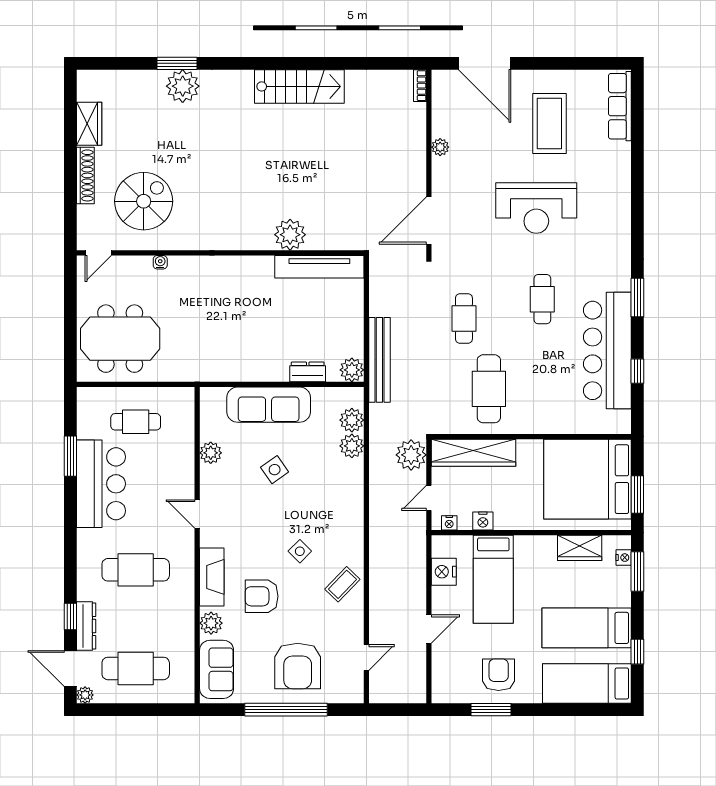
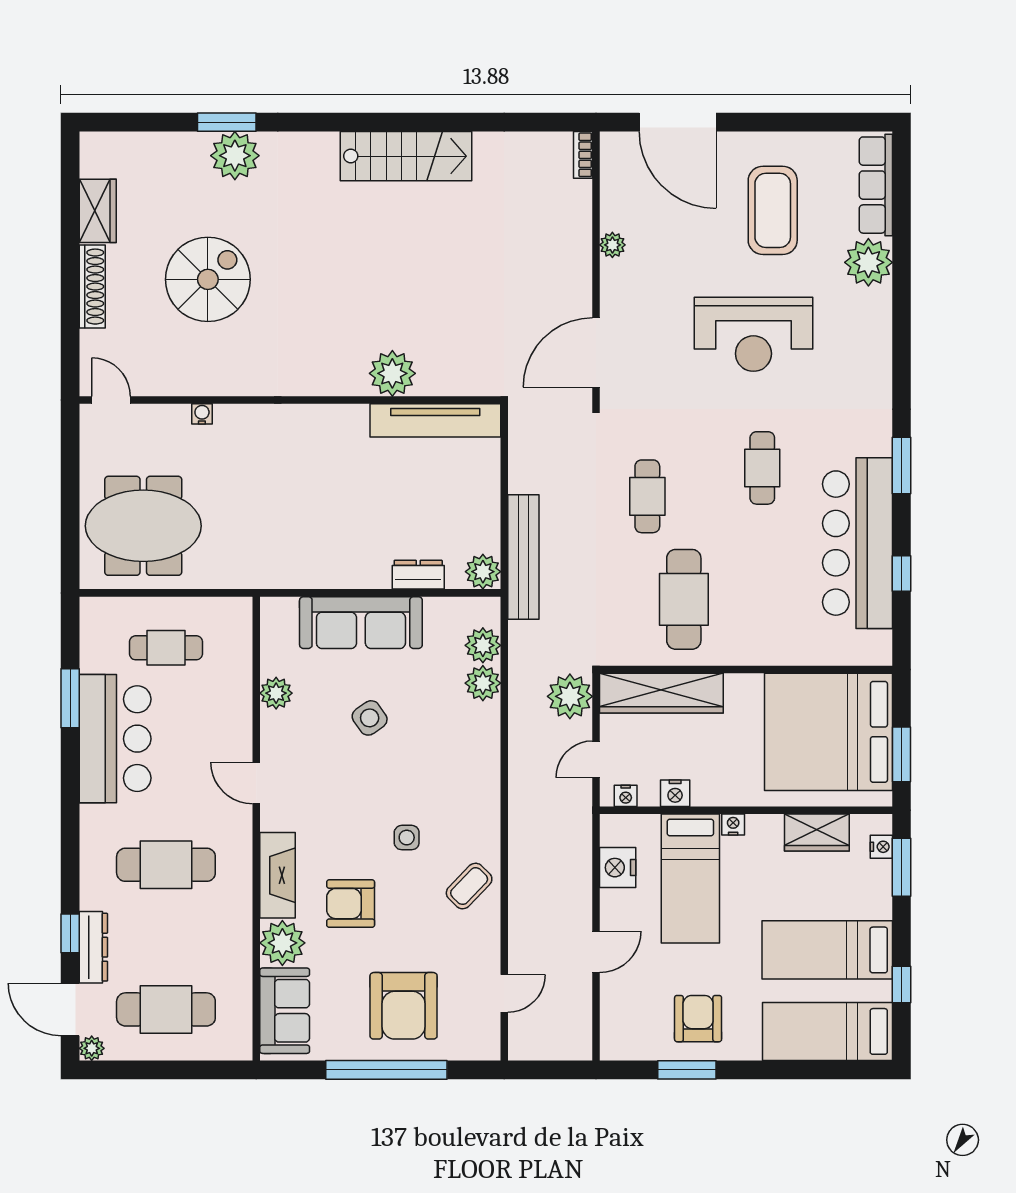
plant: (615, 159) -> (868, 262), added
spiral stairs: (144, 201) -> (208, 279), moved
door: (98, 253) -> (111, 400), swing flipped
nightstand: (522, 542) -> (733, 824), added
side table: (300, 551) -> (407, 838), turned 45
plant: (211, 623) -> (282, 943), width x1.36, depth x1.36

